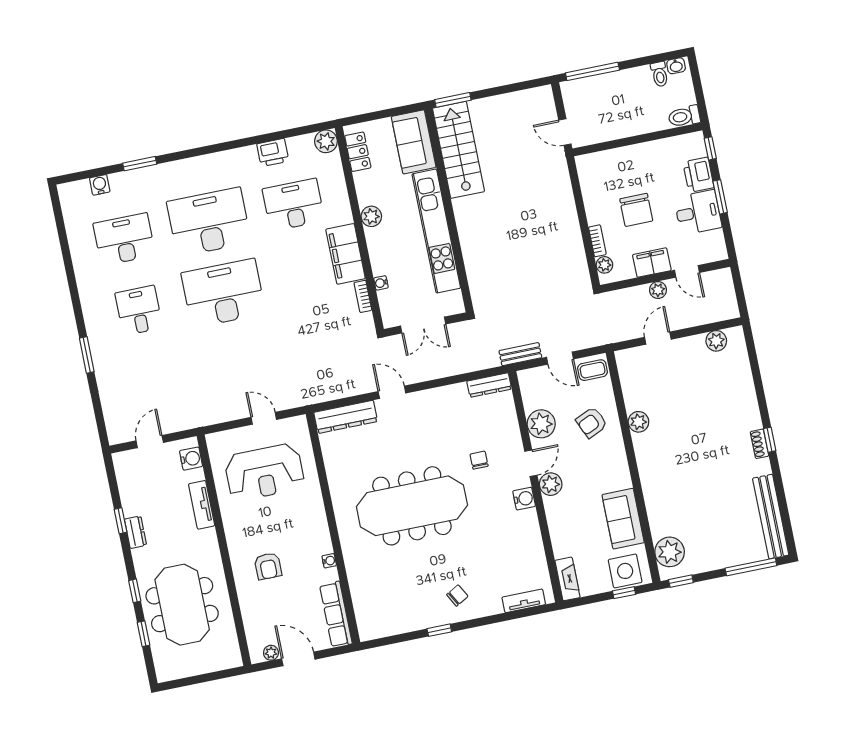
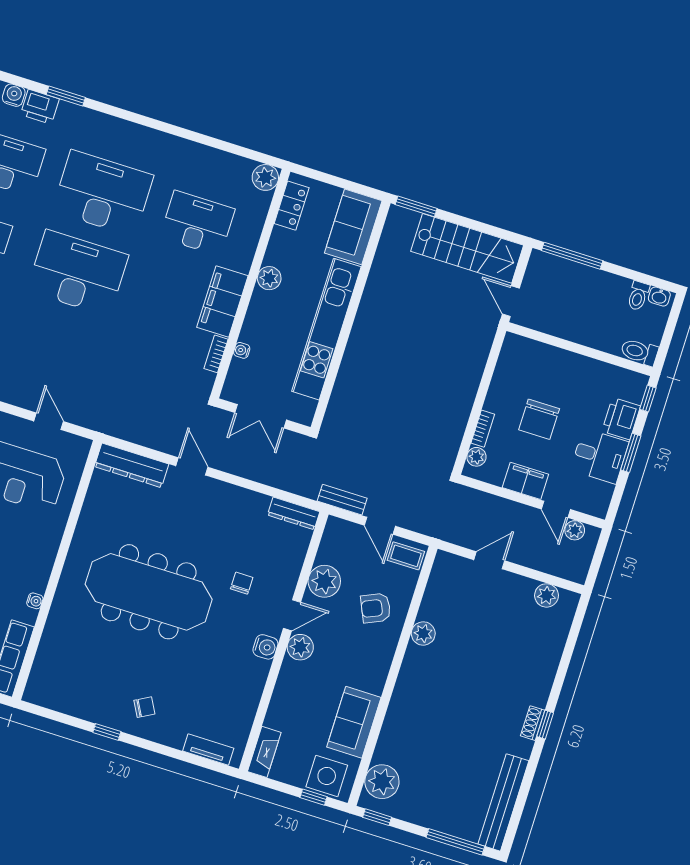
stairs: (458, 150) -> (467, 248), moved, turned 90
printer: (273, 153) -> (40, 107), moved
plant: (658, 290) -> (575, 530), moved

